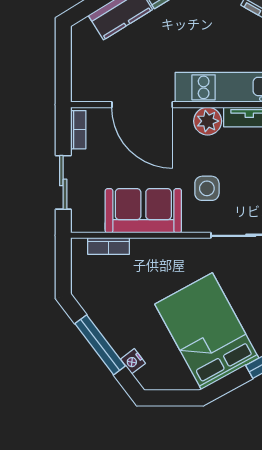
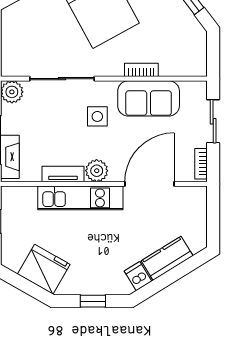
door: (142, 105) -> (150, 184), hinge flipped
bookcase: (109, 246) -> (141, 70), moved

